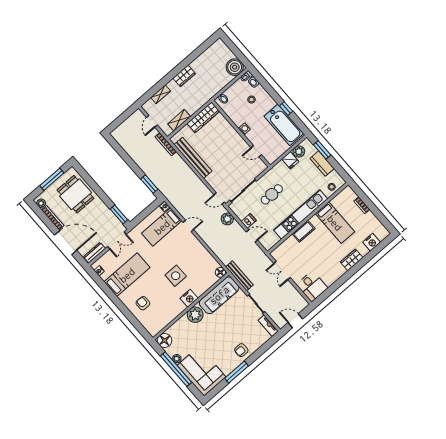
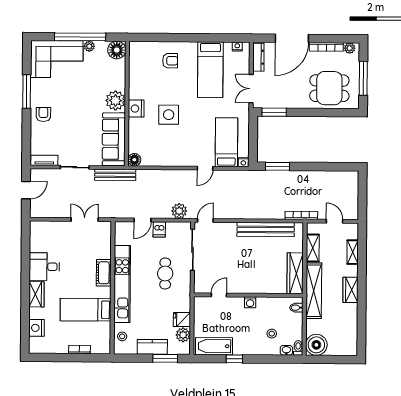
shelving: (204, 97) -> (314, 291), added
bathtub: (284, 125) -> (214, 346), width x0.73, depth x0.73
desk: (312, 286) -> (44, 267), moved

